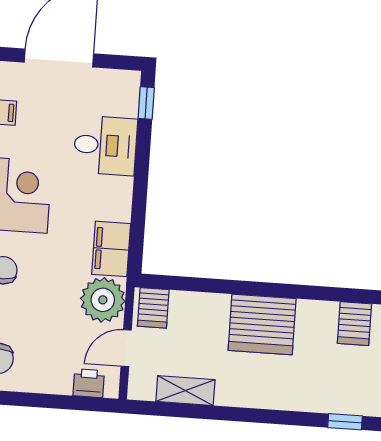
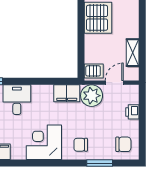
door: (126, 348) -> (114, 83), swing flipped
printer: (89, 383) -> (132, 112), moved

